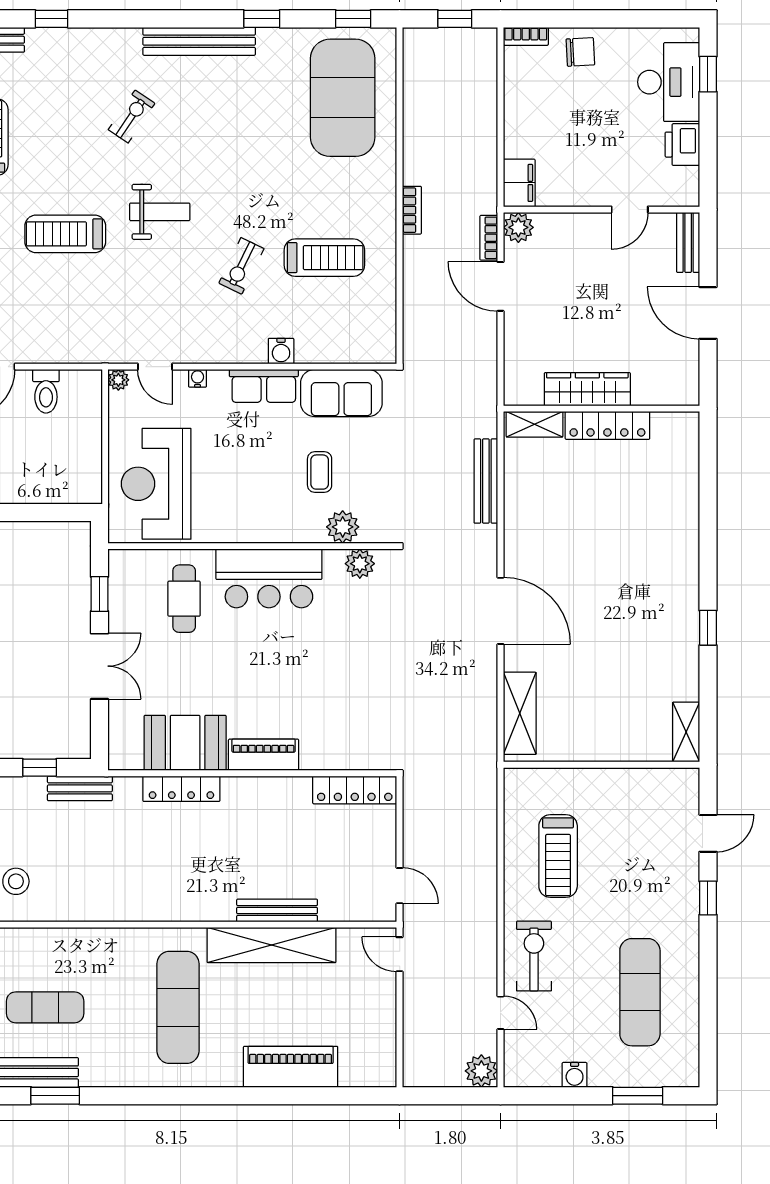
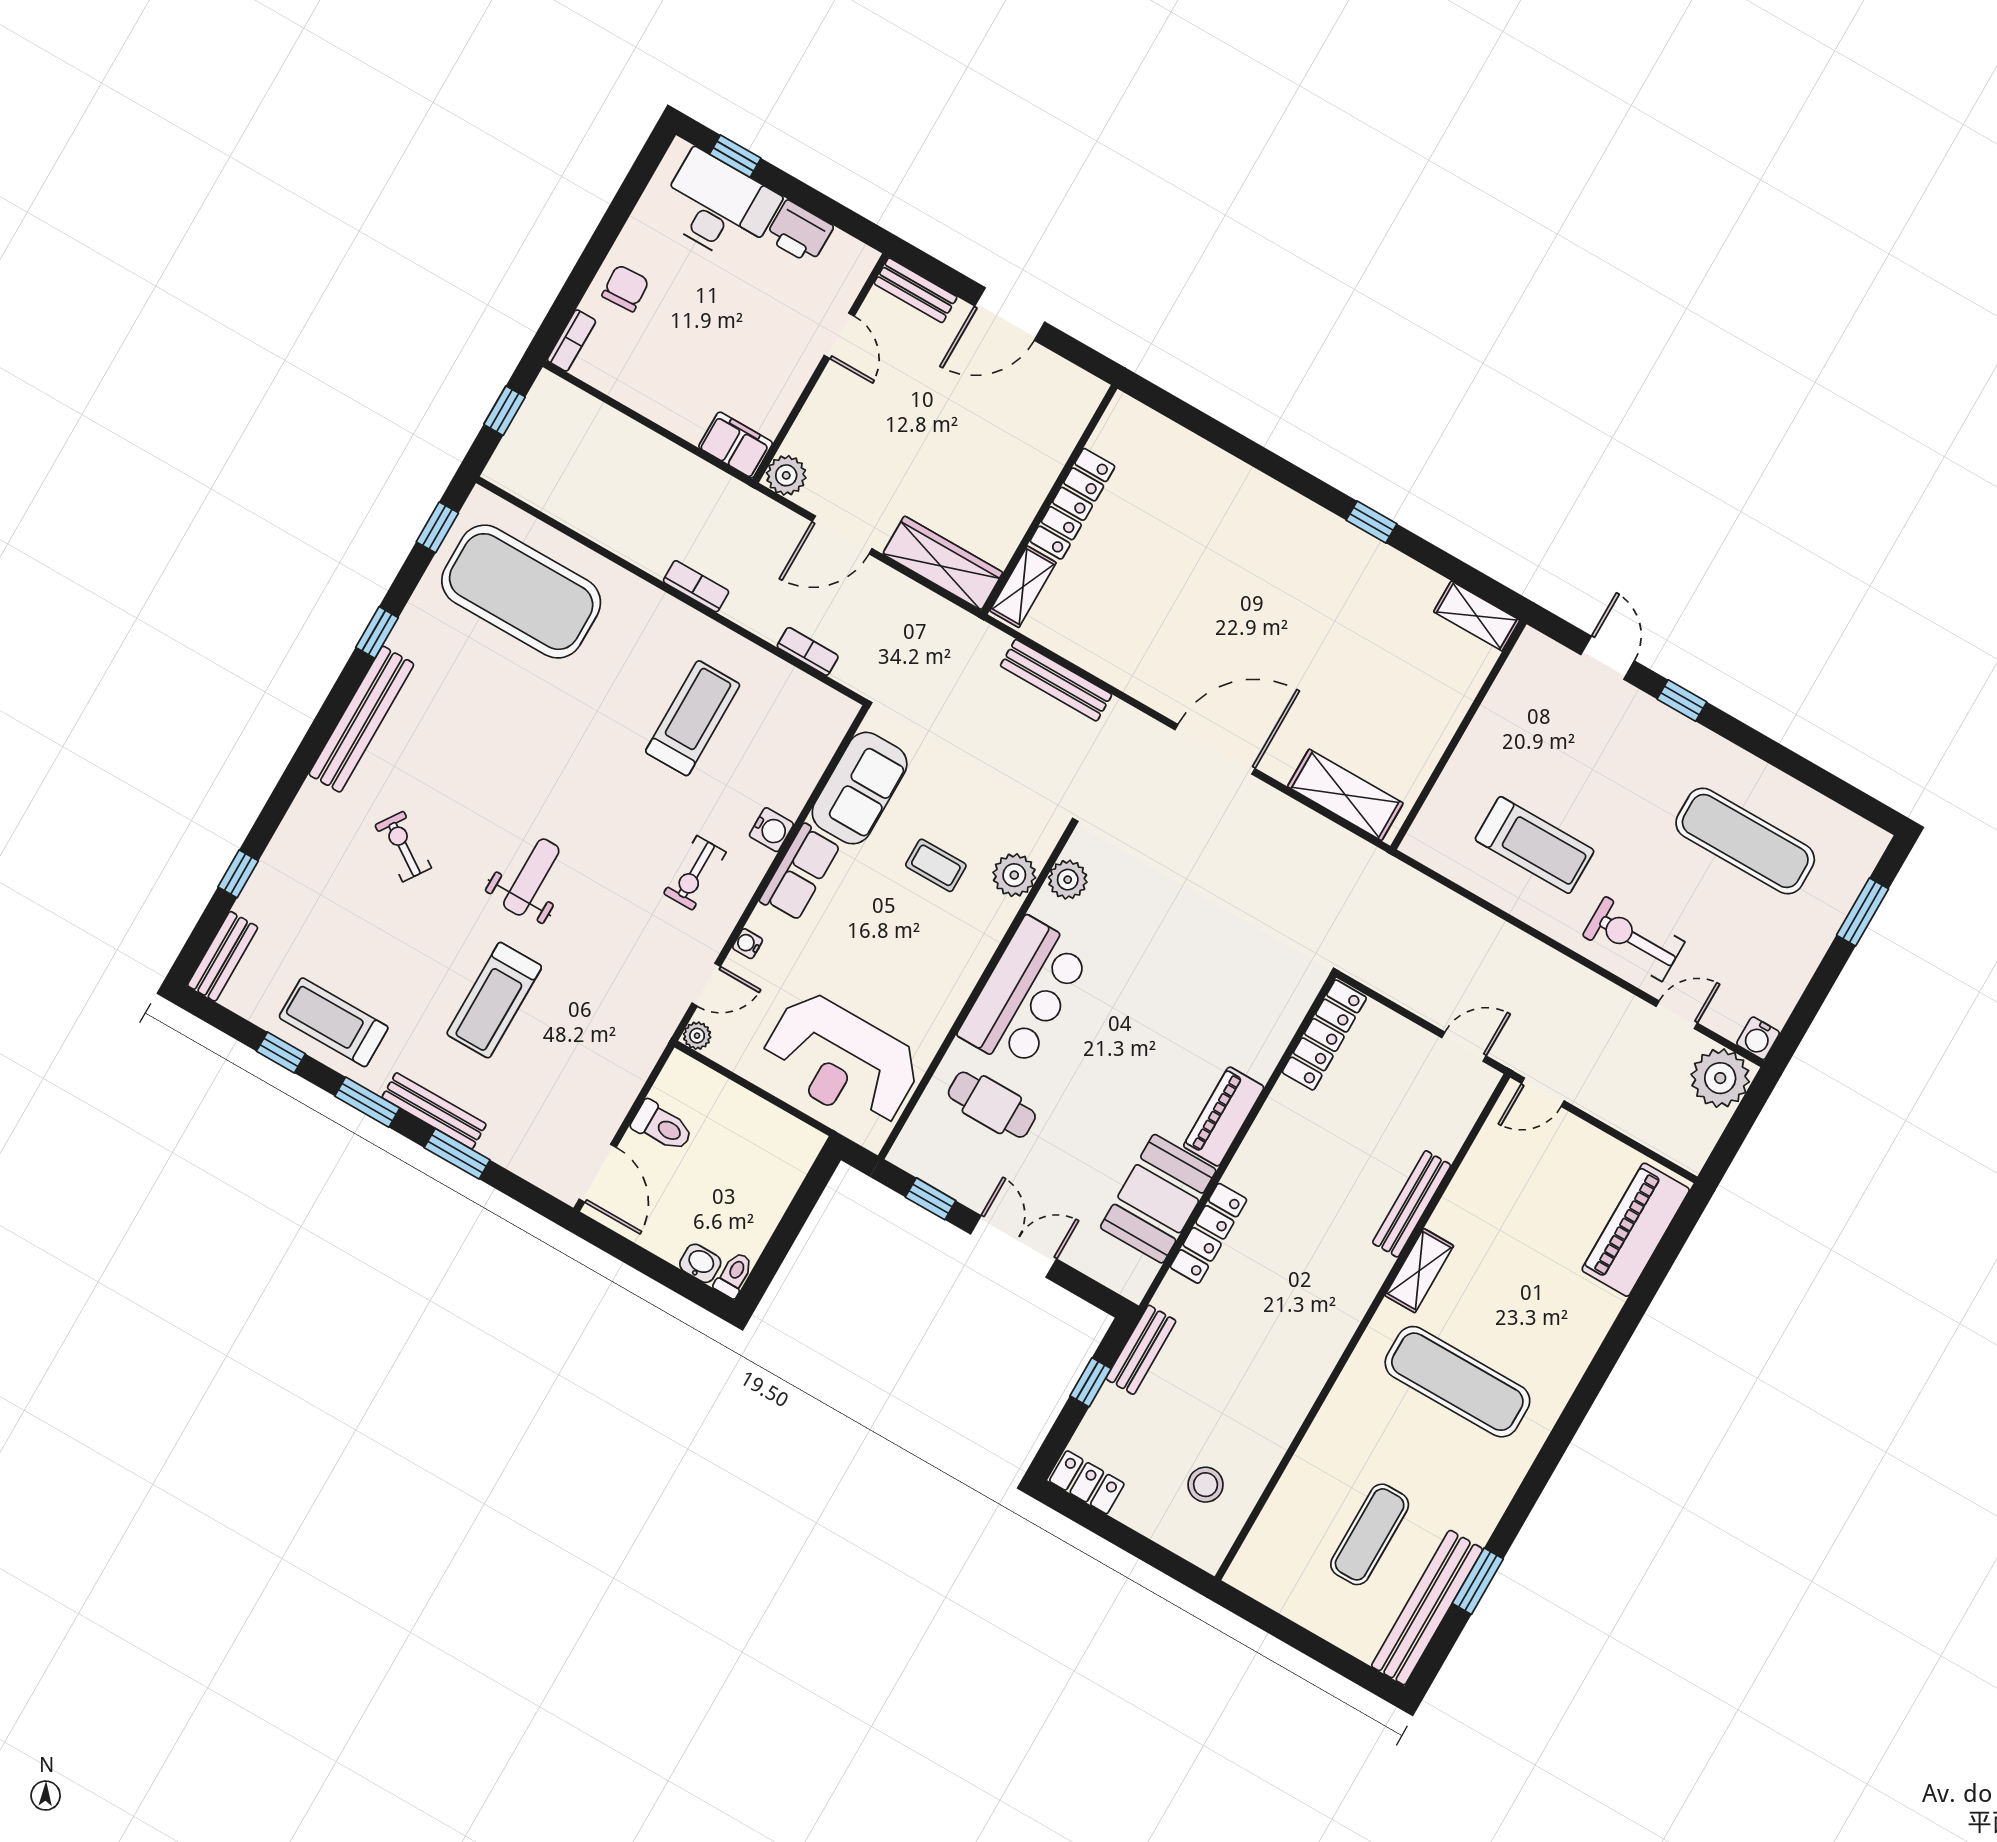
bookcase: (489, 238) -> (808, 651), moved, turned 180
exercise bike: (241, 266) -> (695, 873), moved, turned 64
wardrobe: (587, 389) -> (943, 563), moved, turned 90
shelving: (272, 945) -> (1419, 1271), width x0.45, depth x0.75
piano: (291, 1067) -> (1636, 1230), moved
plant: (481, 1071) -> (1720, 1078), width x1.36, depth x1.36
water cooler: (575, 1075) -> (1758, 1038), moved, turned 90

